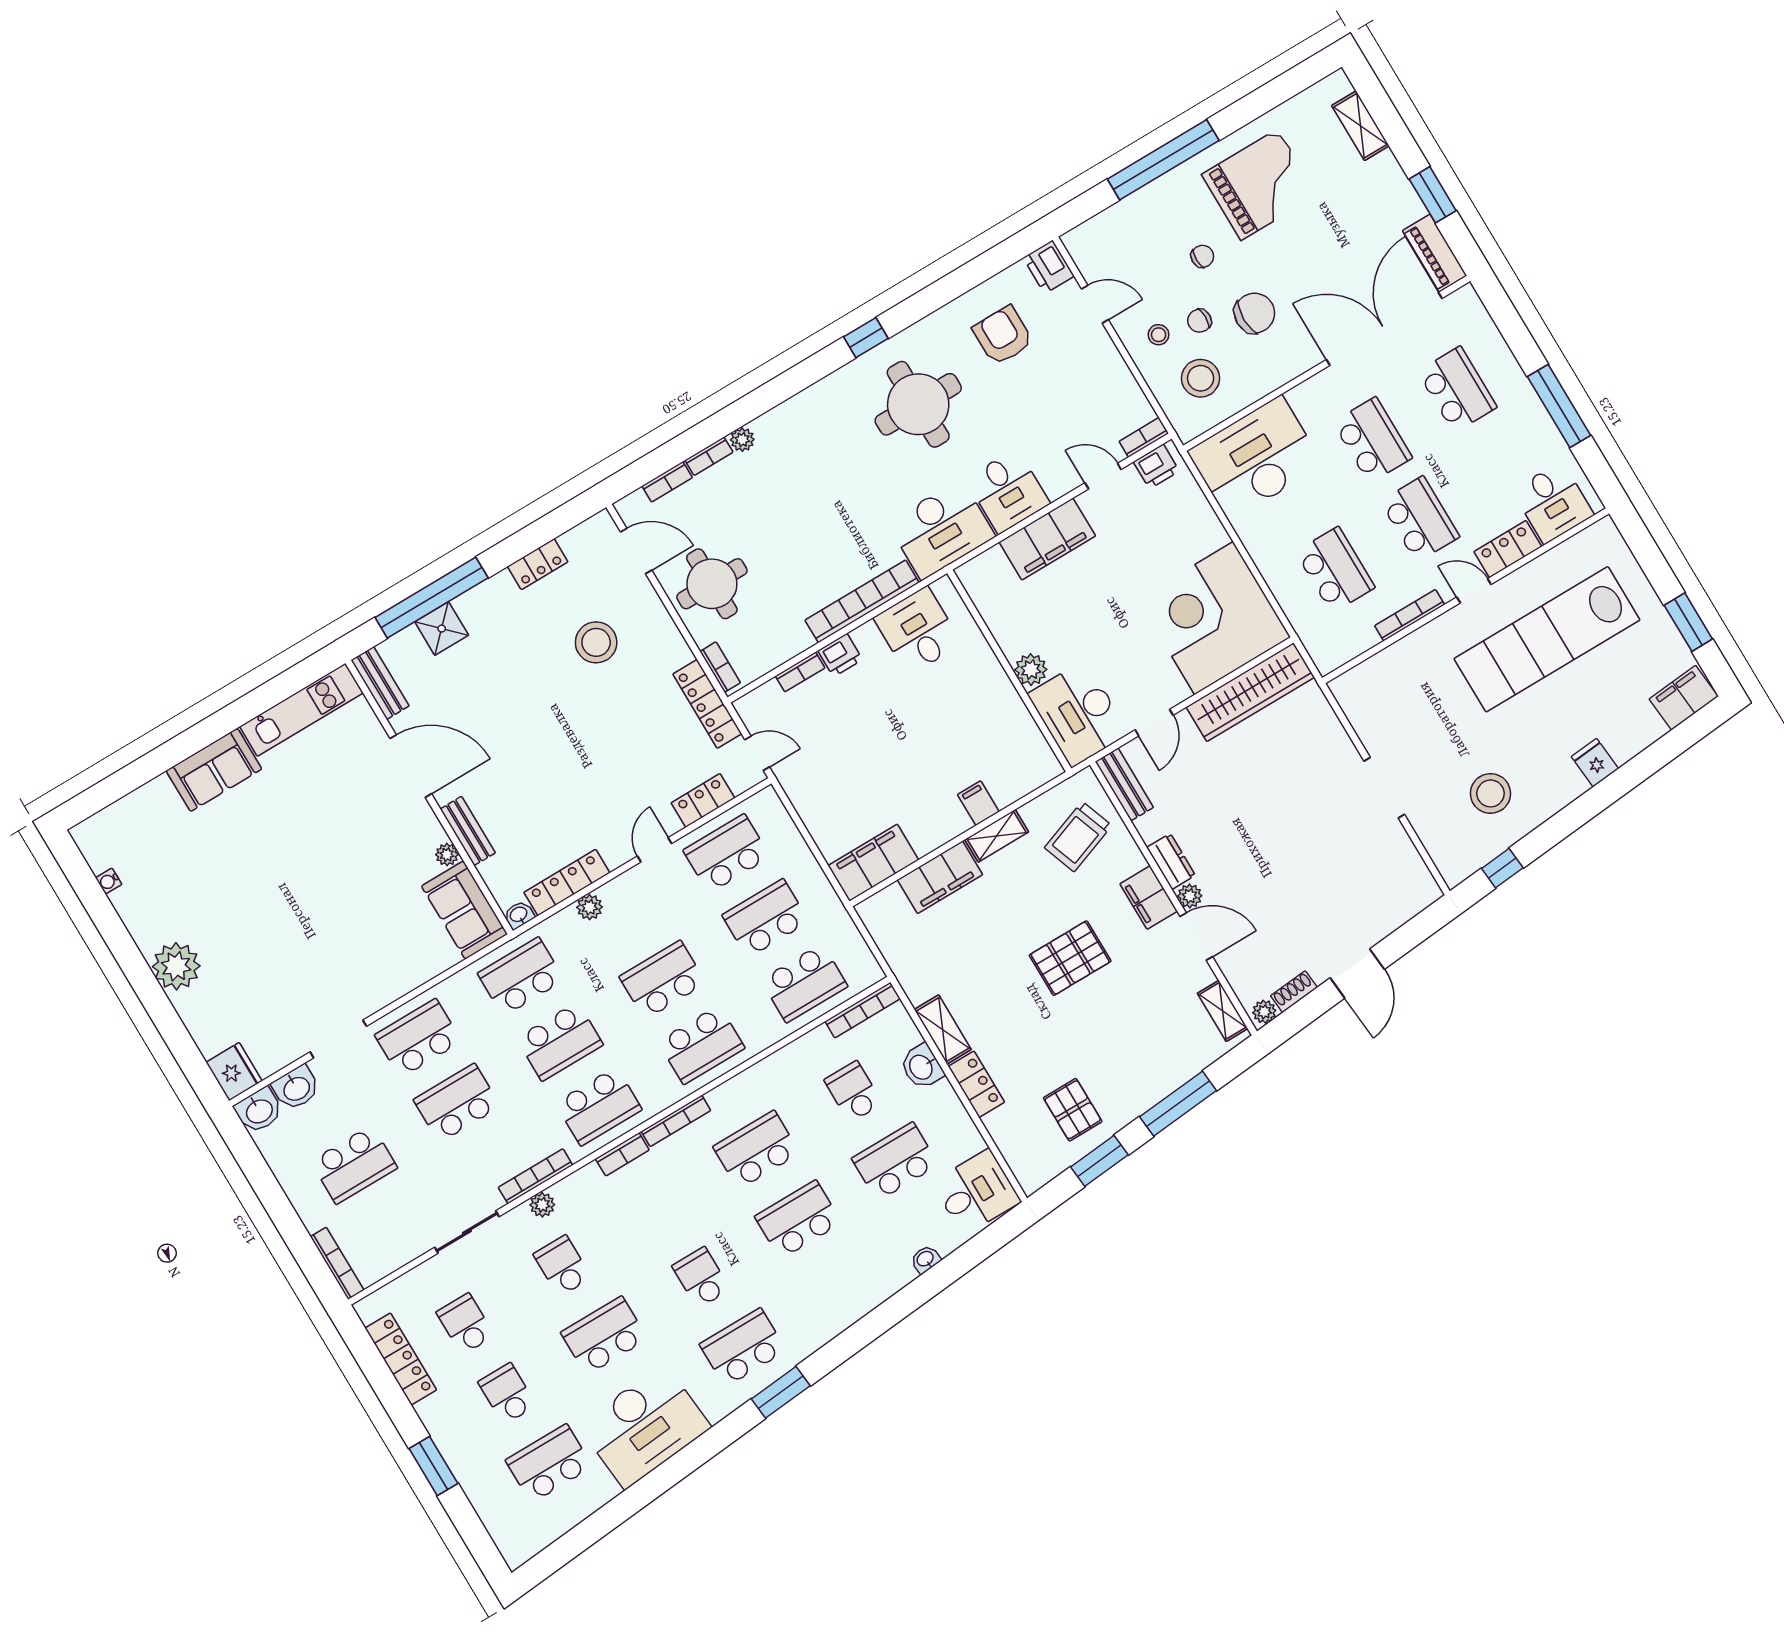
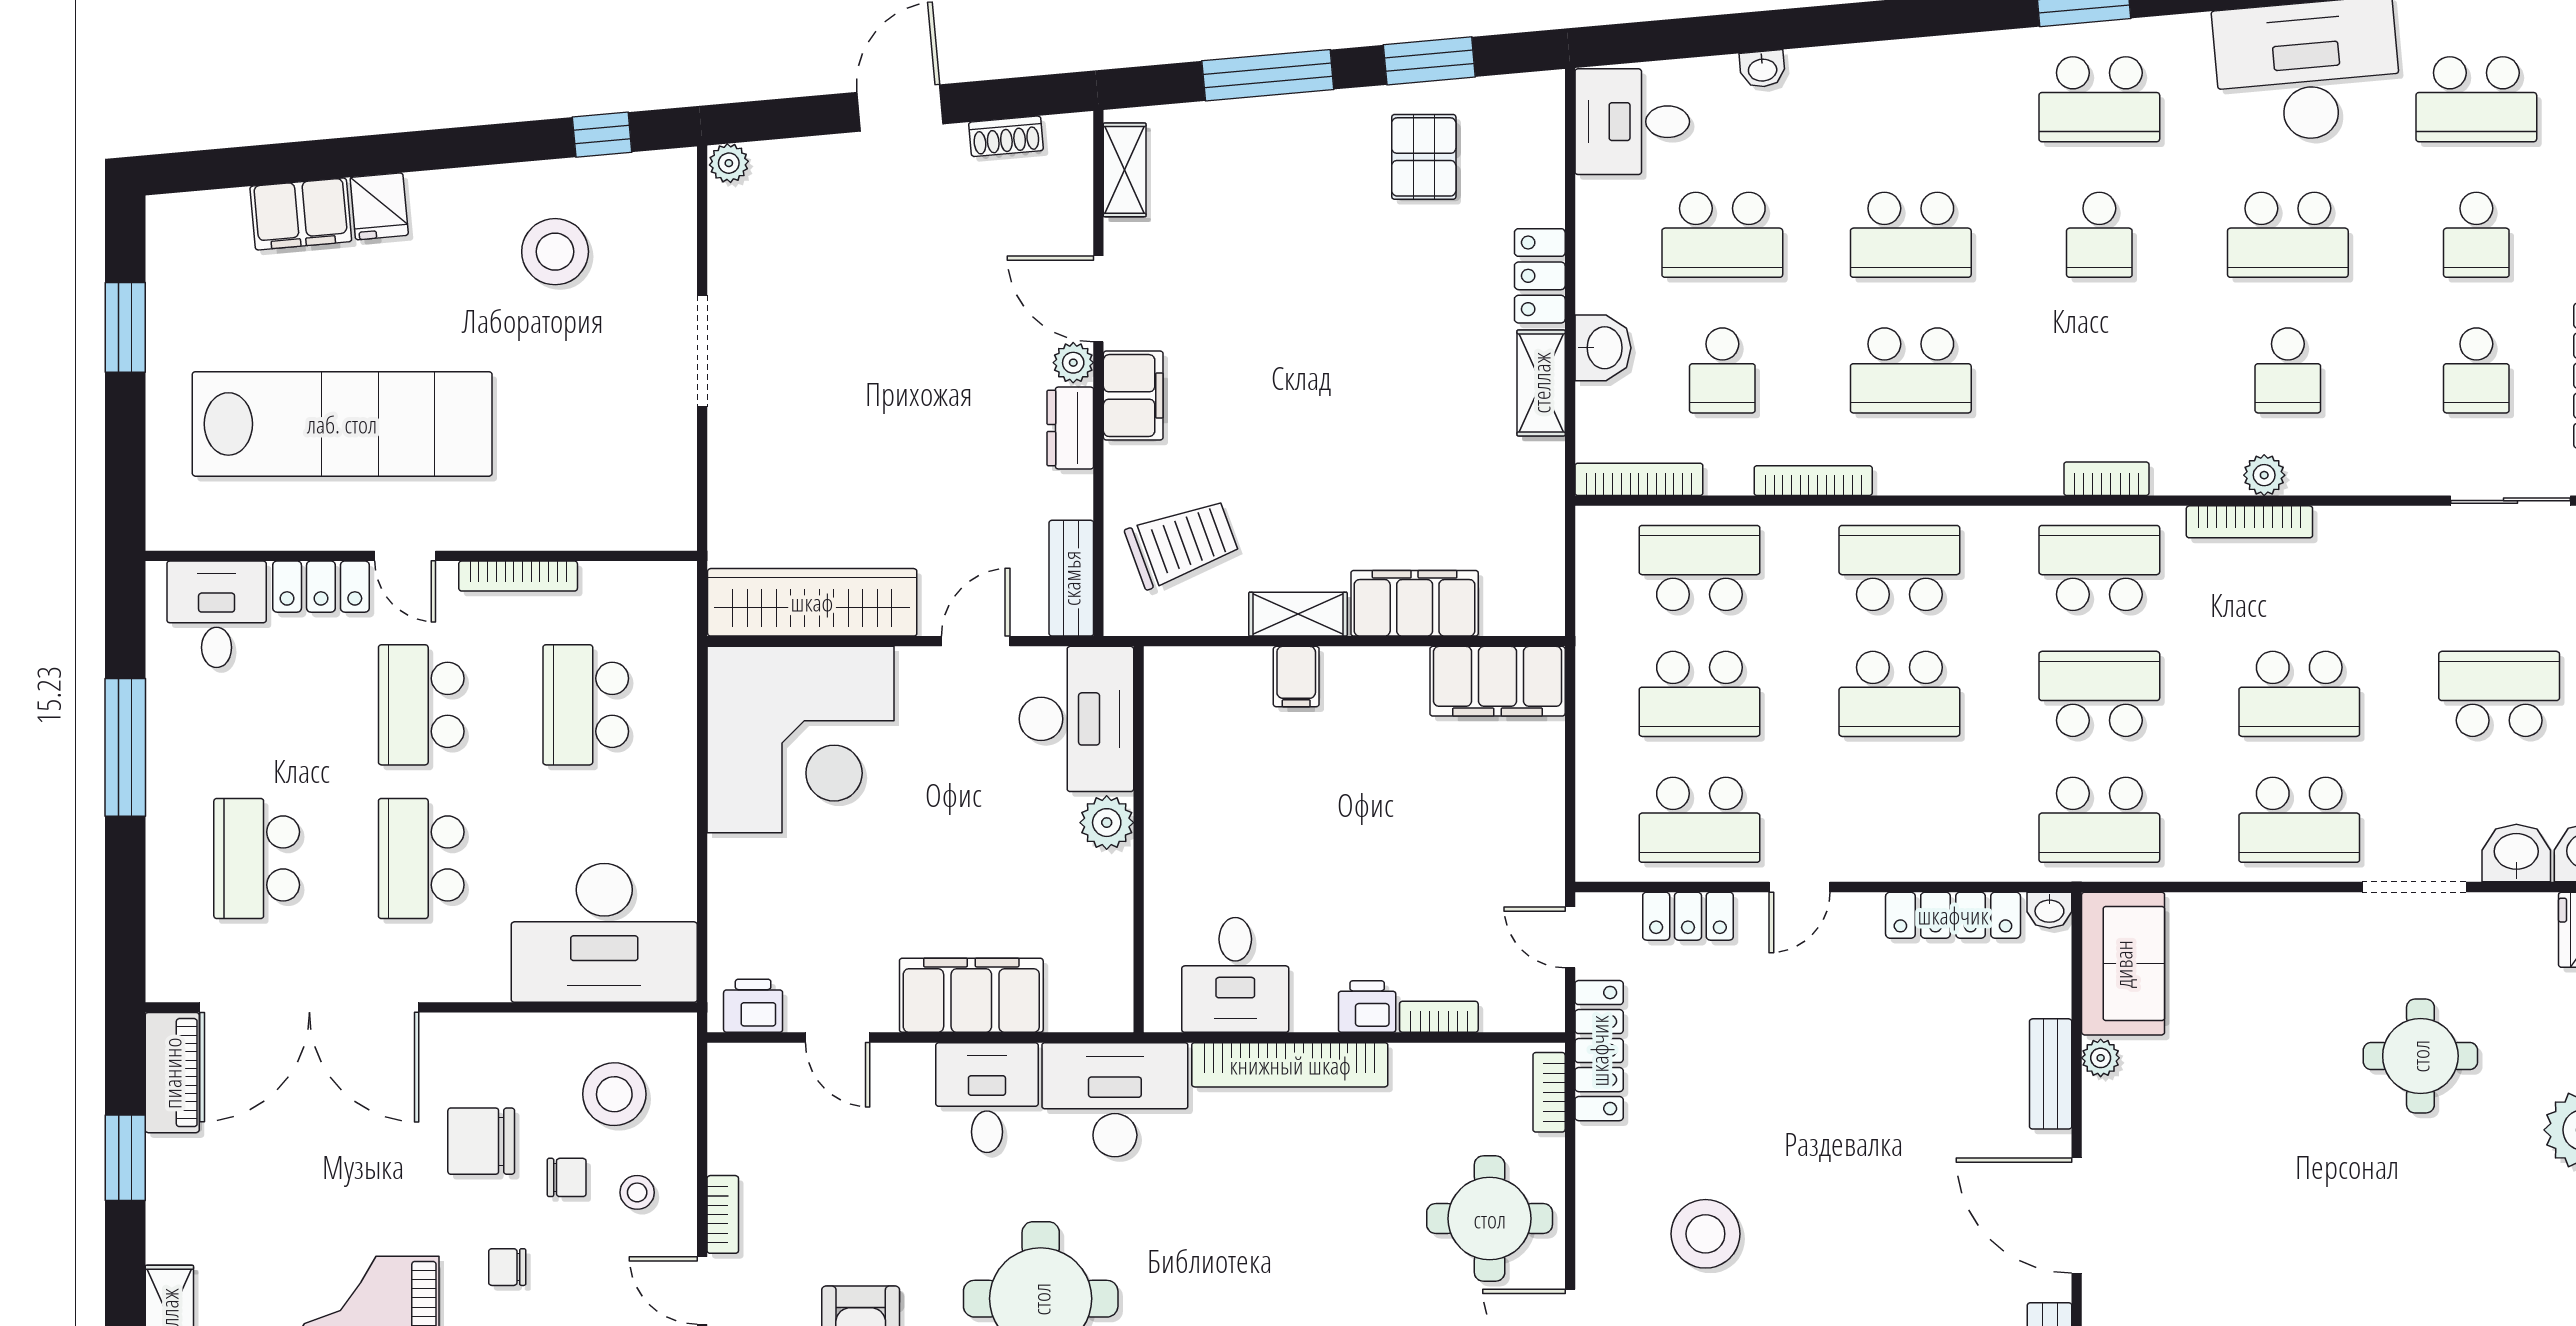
bookcase: (1144, 437) -> (723, 1214), moved, turned -90
filing cabinet: (1684, 698) -> (301, 214), moved
plant: (590, 907) -> (1942, 861), removed
round table: (283, 954) -> (2420, 1056), added
pallet: (1070, 958) -> (1298, 376), removed
plant: (1264, 1012) -> (729, 163), moved
bookcase: (676, 1121) -> (1813, 481), moved
sliding door: (467, 1232) -> (2510, 501), moved

